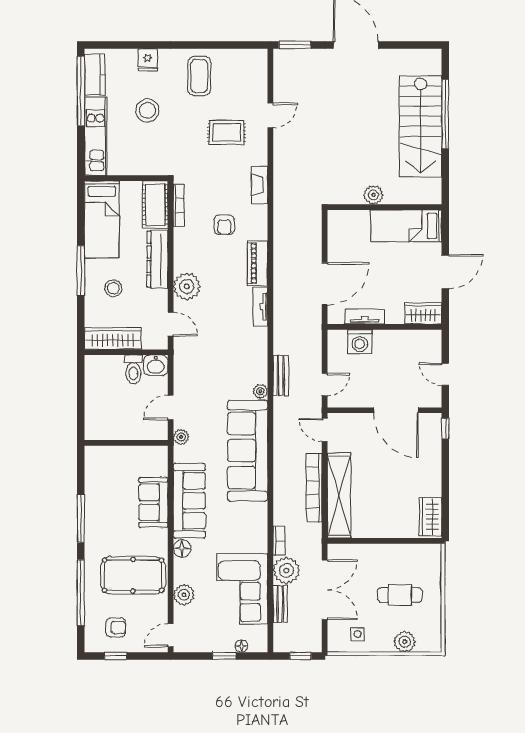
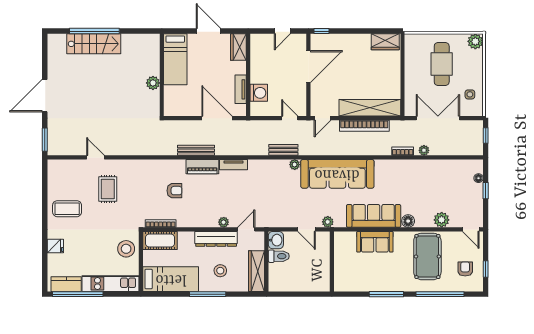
stool: (147, 110) -> (126, 249), moved
stairs: (421, 126) -> (94, 44), width x0.73, depth x0.66
fireplace: (260, 185) -> (146, 165), removed
dresser: (157, 259) -> (216, 239), moved
plant: (187, 286) -> (224, 222), width x0.53, depth x0.53
plant: (286, 570) -> (424, 150), width x0.53, depth x0.53
corner sofa: (243, 589) -> (437, 177), removed
cafe table: (400, 595) -> (442, 64), width x1.37, depth x1.35
bench: (280, 604) -> (196, 150), moved, width x1.36
plant: (405, 642) -> (475, 41), moved

